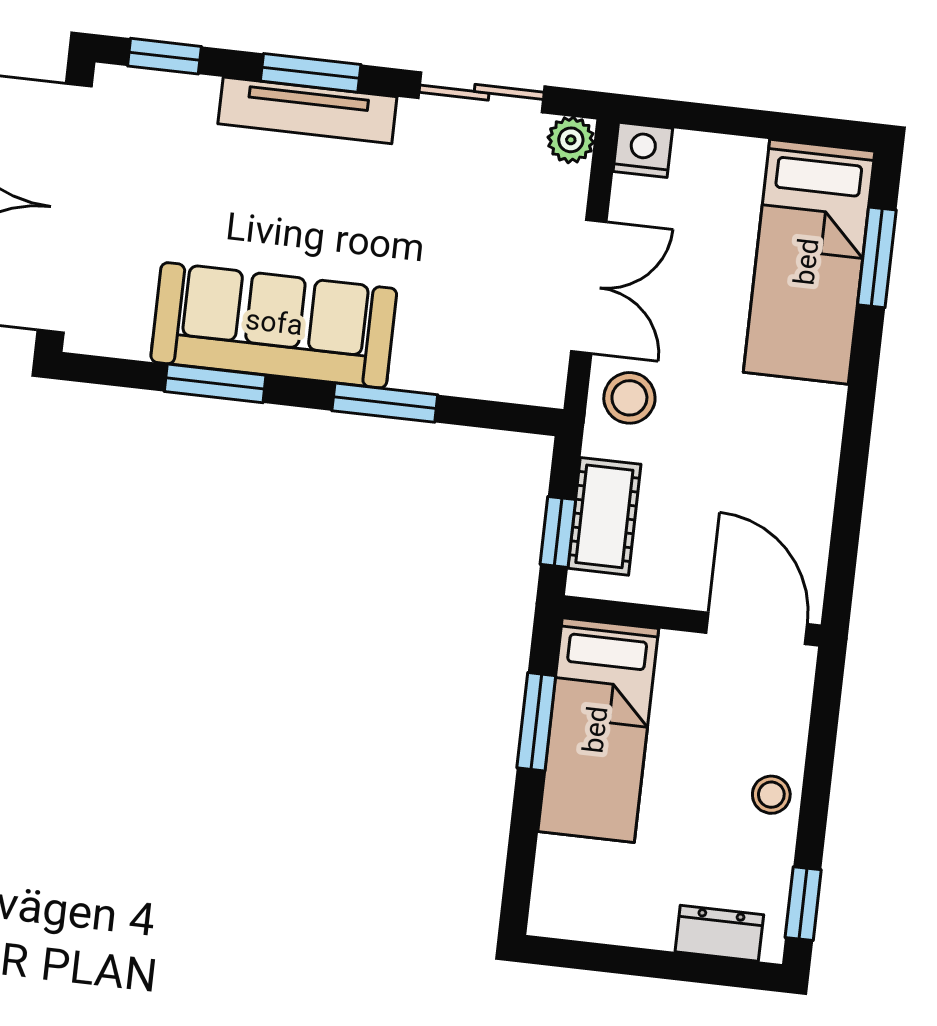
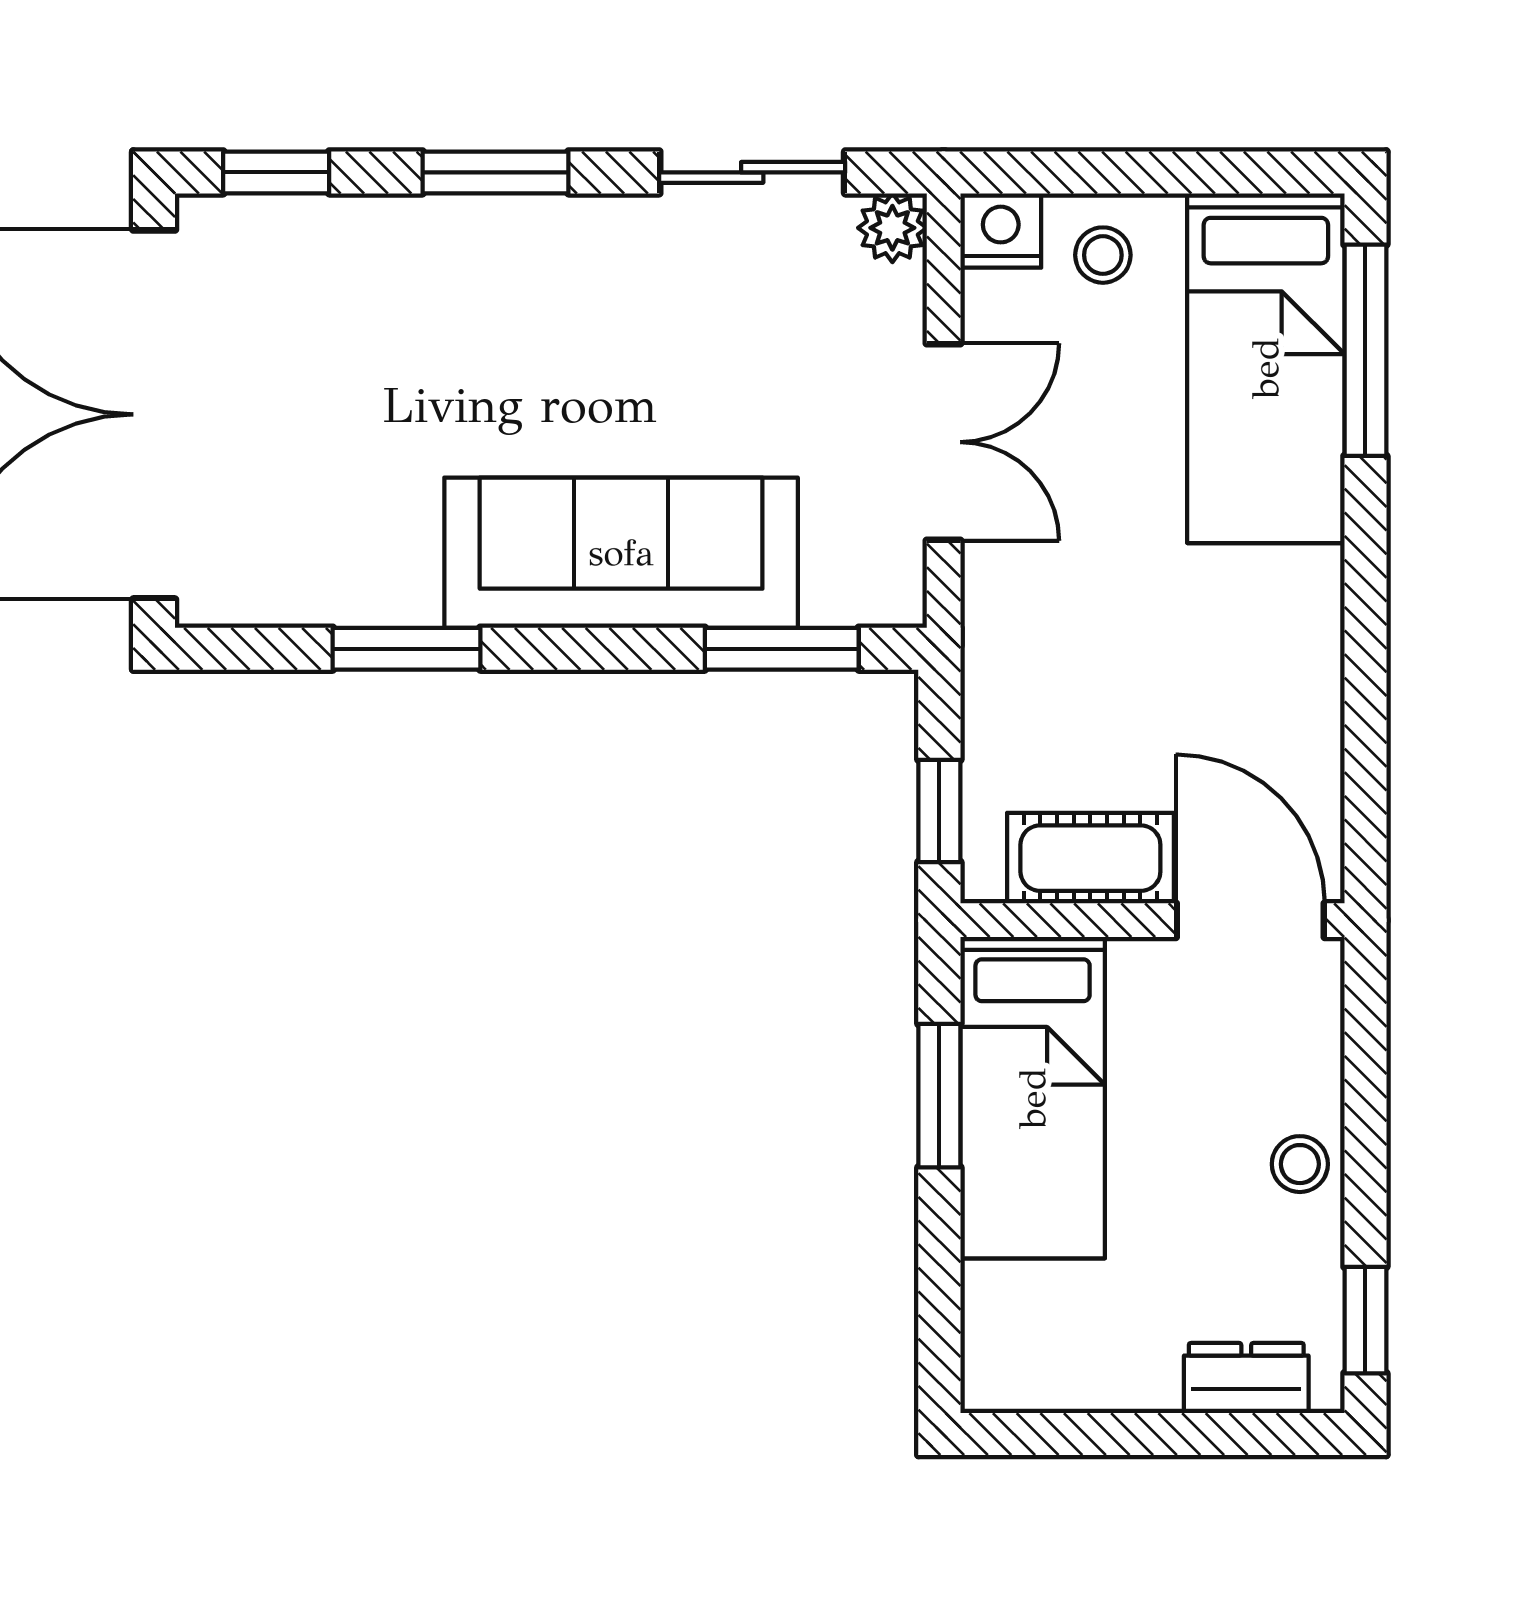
tv unit: (307, 110) -> (497, 229), removed
window: (877, 257) -> (1365, 350), width x1.44
sofa: (274, 325) -> (621, 553), moved
stool: (629, 398) -> (1103, 255), moved, width x0.73, depth x0.73
window: (385, 403) -> (782, 649), moved
cot: (604, 516) -> (1090, 858), moved, turned 90

